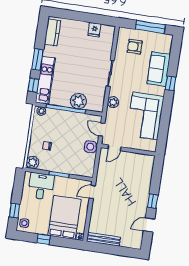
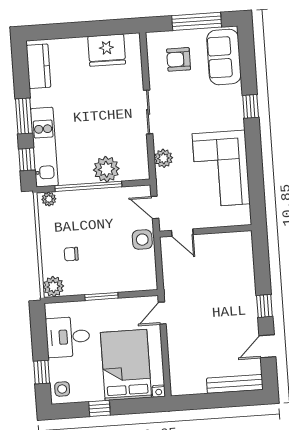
fridge: (94, 30) -> (107, 50), width x1.88, depth x1.34
sofa: (159, 69) -> (224, 57), moved
door: (114, 148) -> (182, 233), hinge flipped
desk: (41, 186) -> (68, 337), moved, turned -90
bench: (104, 239) -> (235, 384), moved

